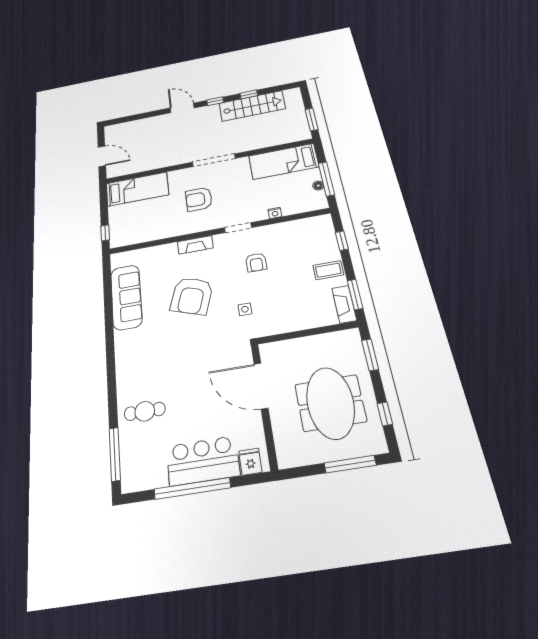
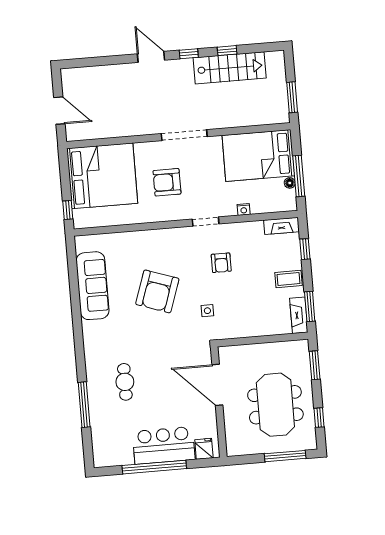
bed: (284, 161) -> (258, 155), width x1.50
bed: (137, 189) -> (102, 176), width x2.04
fireplace: (195, 245) -> (281, 226), moved
cafe table: (145, 411) -> (125, 382), moved, turned 90
window: (115, 454) -> (84, 405), moved

